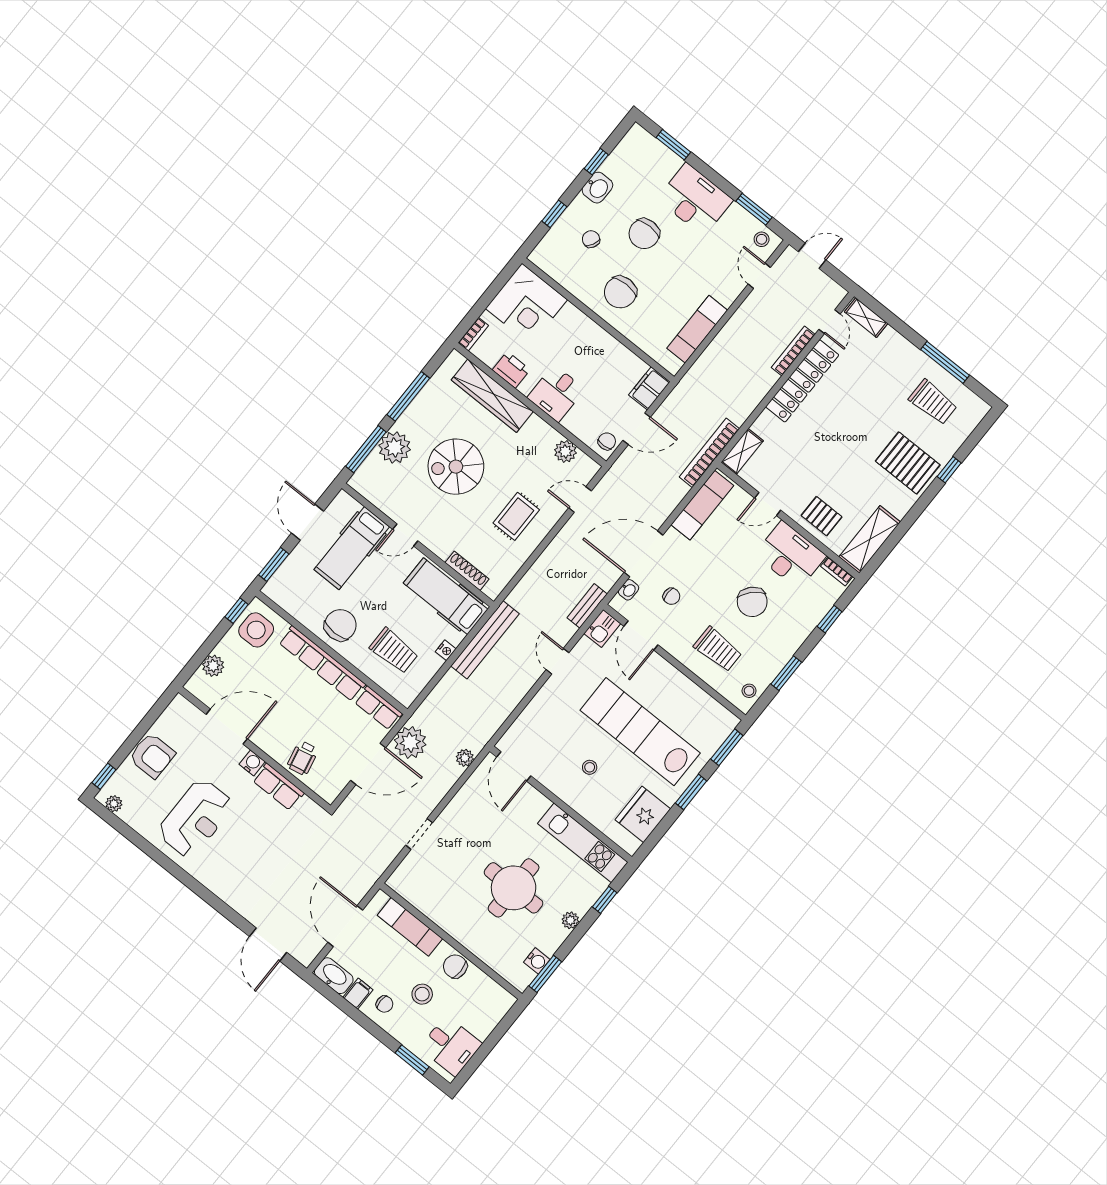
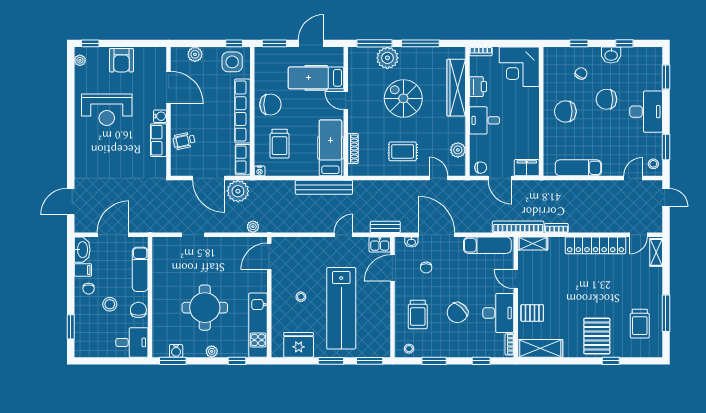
bookcase: (793, 351) -> (557, 228), moved, width x0.64
pallet: (822, 516) -> (532, 313), turned 90
nightstand: (446, 650) -> (260, 171), moved
lab bench: (640, 732) -> (341, 308), turned 180
desk: (451, 1046) -> (132, 342), moved, turned -90

